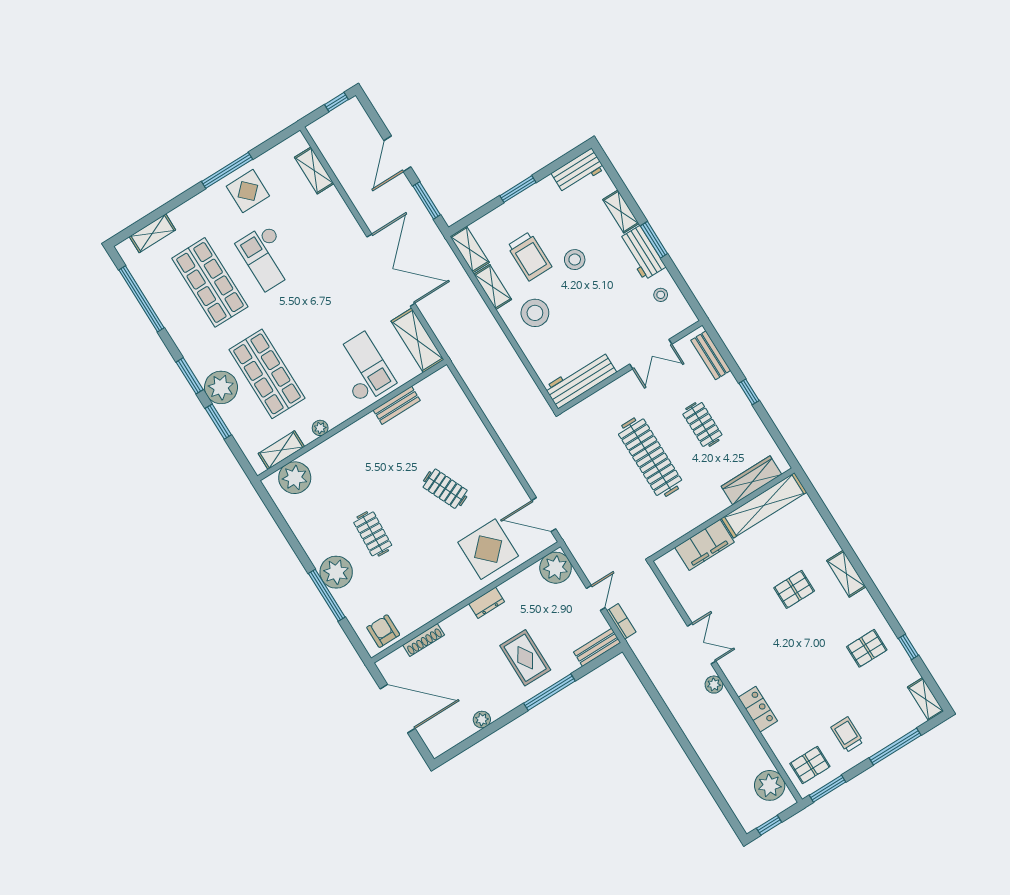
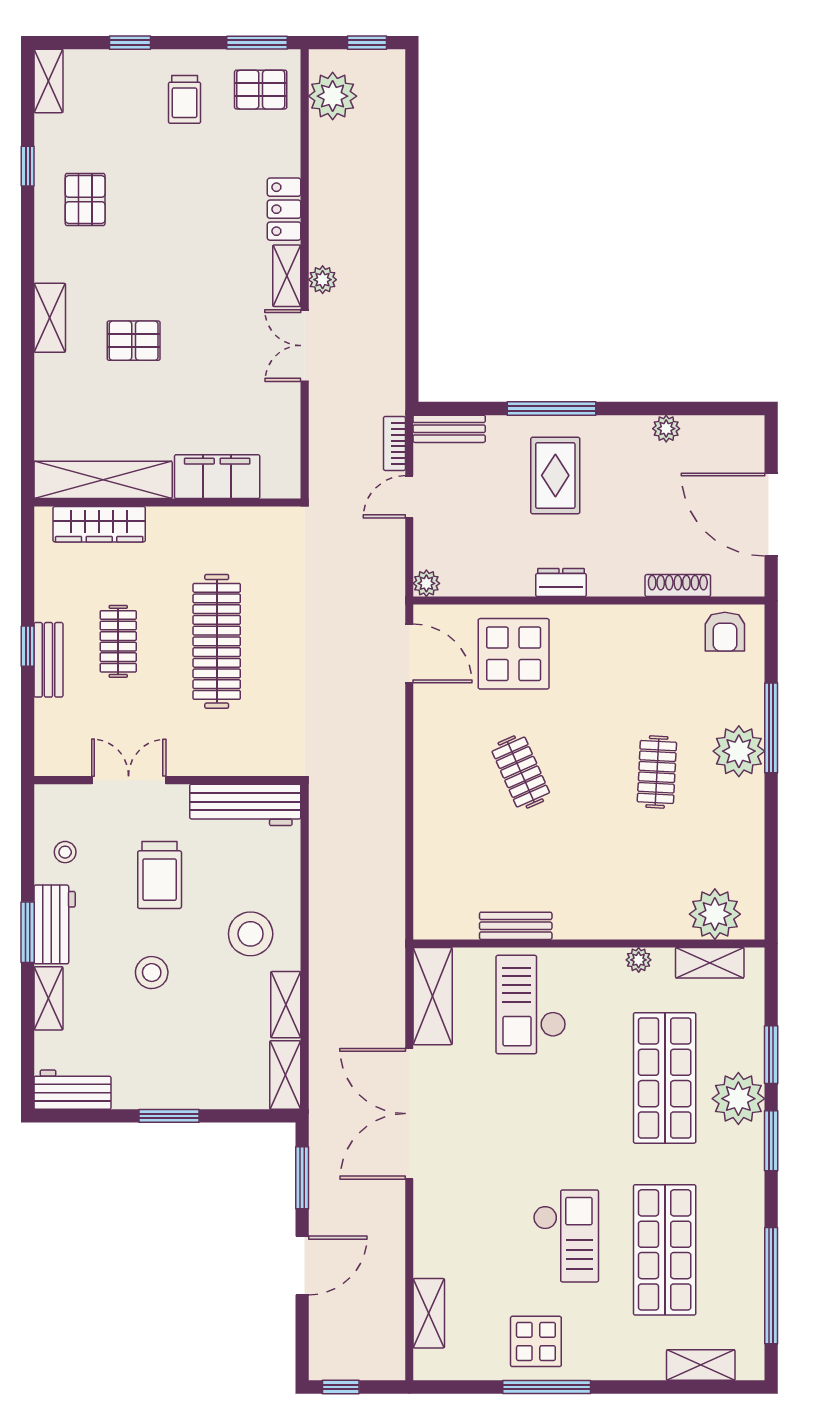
trolley: (529, 256) -> (160, 875), moved, turned 180
bench: (711, 355) -> (48, 660), moved
plant: (556, 568) -> (426, 583), width x0.53, depth x0.53
pallet: (867, 648) -> (85, 199), turned 90
shelving: (734, 675) -> (287, 276), added
window: (895, 747) -> (130, 43), width x0.46

